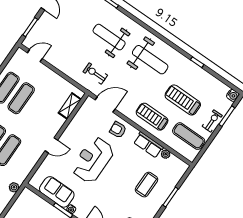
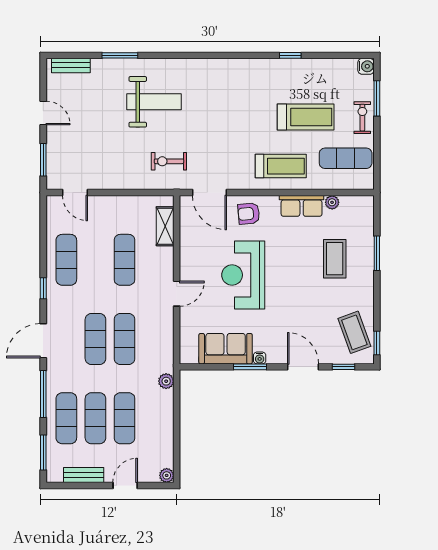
weight bench: (109, 37) -> (154, 102), turned 180
door: (35, 56) -> (75, 193), swing flipped
weight bench: (150, 60) -> (227, 94), removed
exercise mat: (21, 98) -> (125, 260), moved
treadmill: (183, 100) -> (306, 117), turned 180
door: (105, 105) -> (209, 193), swing flipped
treadmill: (152, 117) -> (281, 166), turned 180

